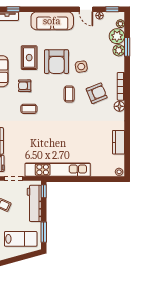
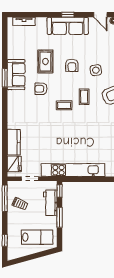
window: (13, 9) -> (68, 15), moved
armchair: (57, 62) -> (72, 65), width x0.53, depth x0.53
coffee table: (29, 109) -> (64, 105), moved
workbench: (34, 203) -> (50, 203), width x0.73
window: (44, 232) -> (60, 217), moved

